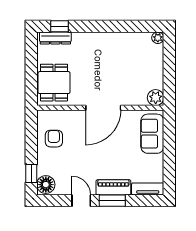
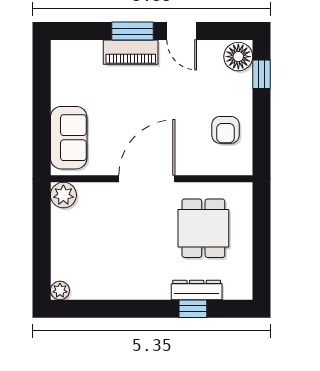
window: (59, 26) -> (193, 309), moved
dresser: (55, 38) -> (197, 290), moved
dining table: (54, 83) -> (203, 228), moved
tv unit: (148, 189) -> (76, 50), removed

